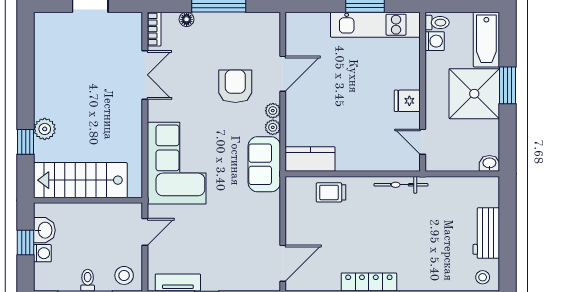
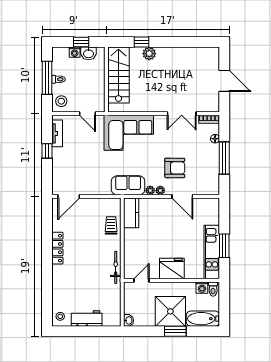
fridge: (407, 101) -> (172, 269), width x1.88, depth x1.34
door: (283, 263) -> (69, 196), hinge flipped

